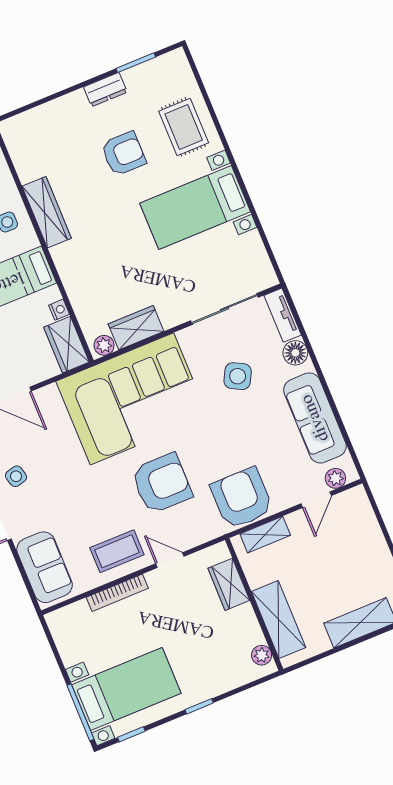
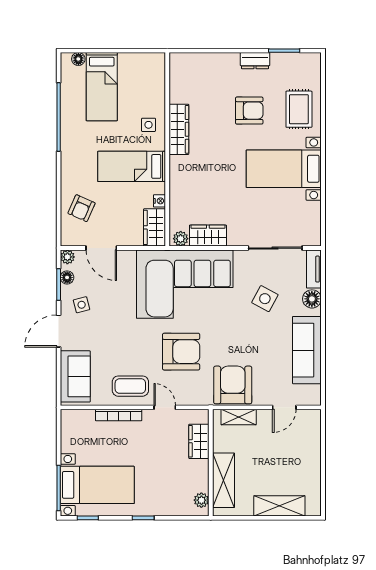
plant: (335, 478) -> (304, 398), removed

